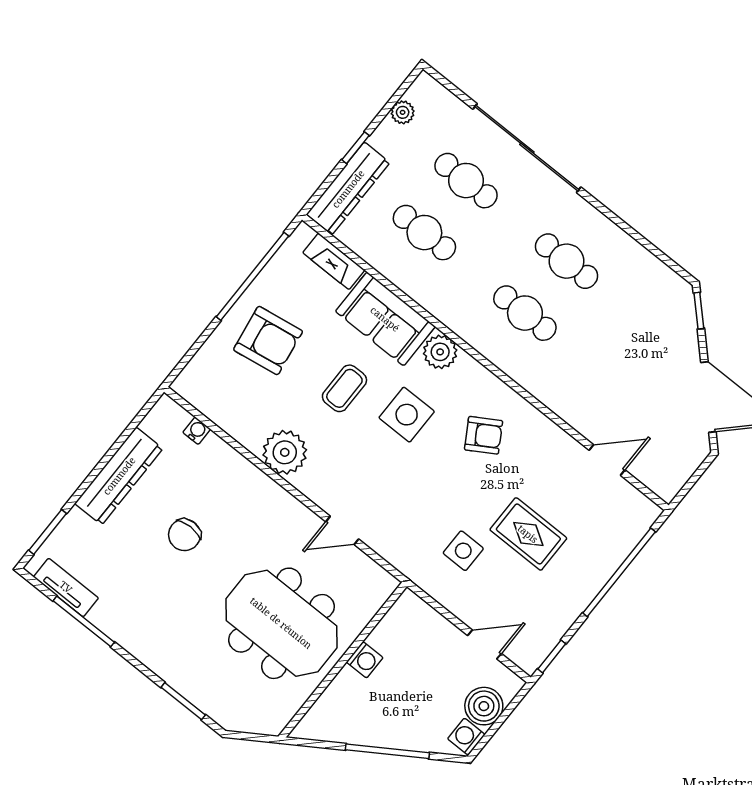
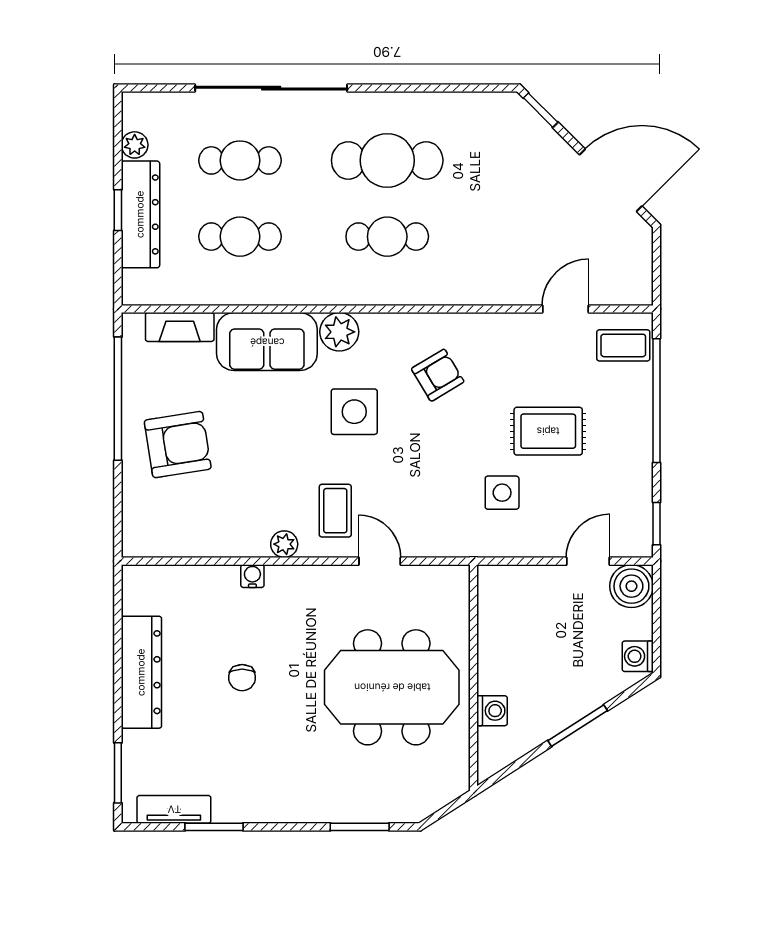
dresser: (348, 189) -> (140, 214), moved
cafe table: (567, 261) -> (387, 160), width x1.37, depth x1.35
coffee table: (344, 388) -> (335, 511), moved
water cooler: (197, 431) -> (252, 576), moved
plant: (285, 452) -> (284, 544), width x0.53, depth x0.53
coffee table: (627, 517) -> (623, 345), added
door: (342, 530) -> (380, 561), swing flipped
chair: (184, 535) -> (242, 678), width x0.73, depth x0.73
window: (84, 621) -> (214, 827), width x0.69
washing machine: (365, 660) -> (492, 711), moved
boiler: (484, 706) -> (631, 586), moved
window: (387, 751) -> (578, 726), width x0.69

